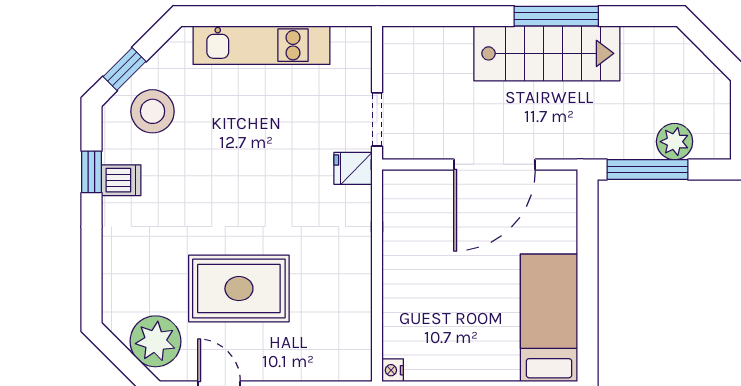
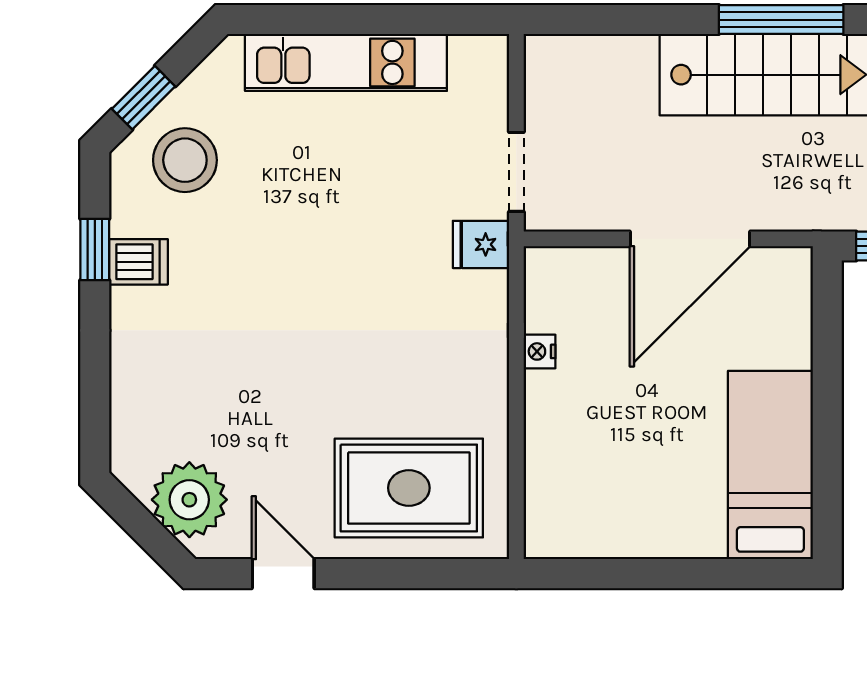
rug: (239, 289) -> (409, 488), moved
nightstand: (393, 370) -> (540, 351), moved

